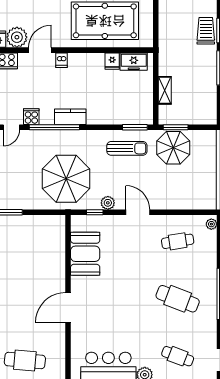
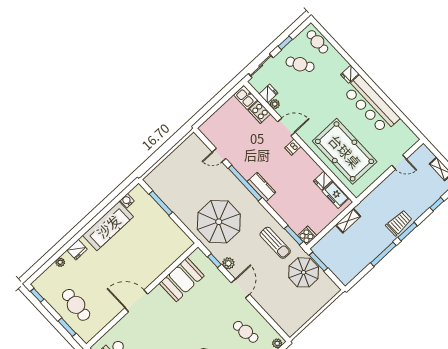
plant: (17, 37) -> (275, 104), width x0.53, depth x0.53
shelving: (165, 90) -> (348, 221), moved
cooker: (31, 117) -> (307, 236), moved

